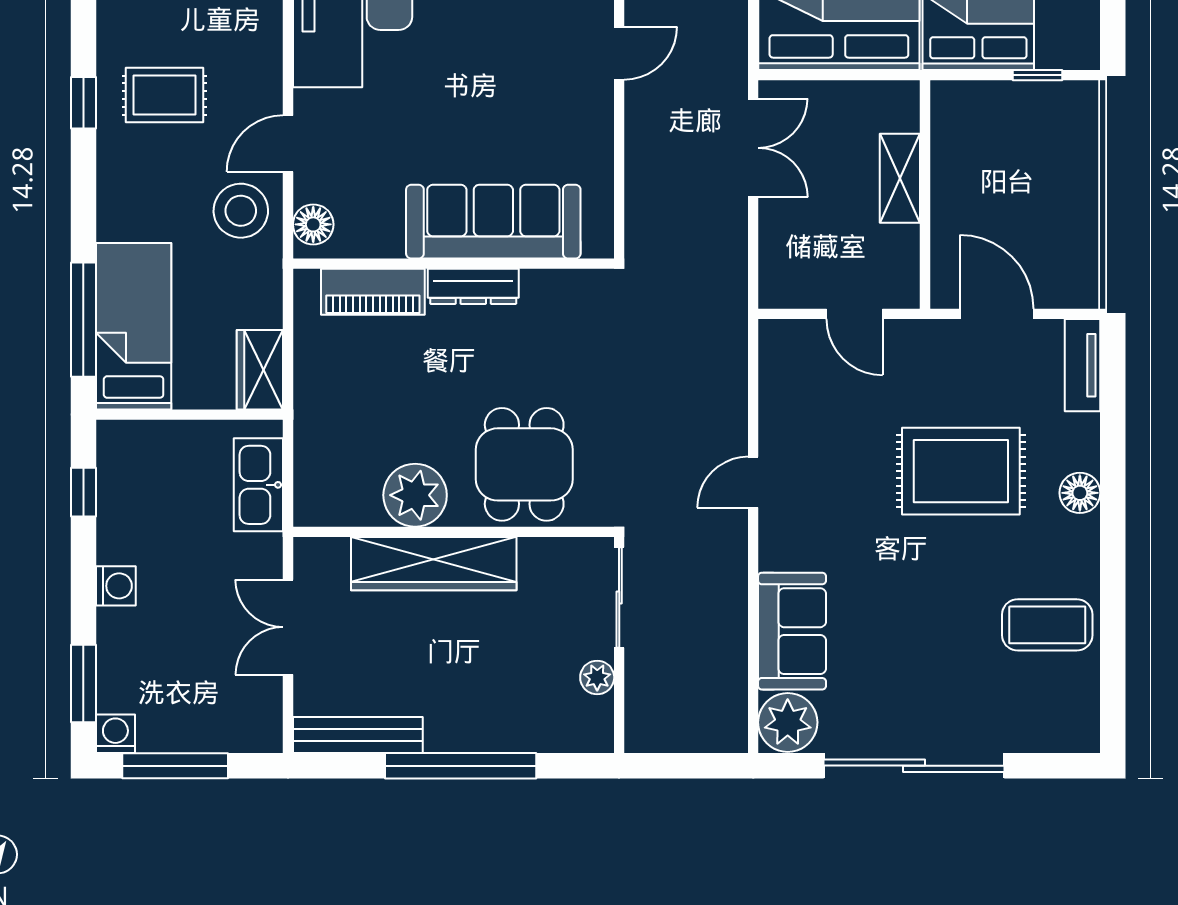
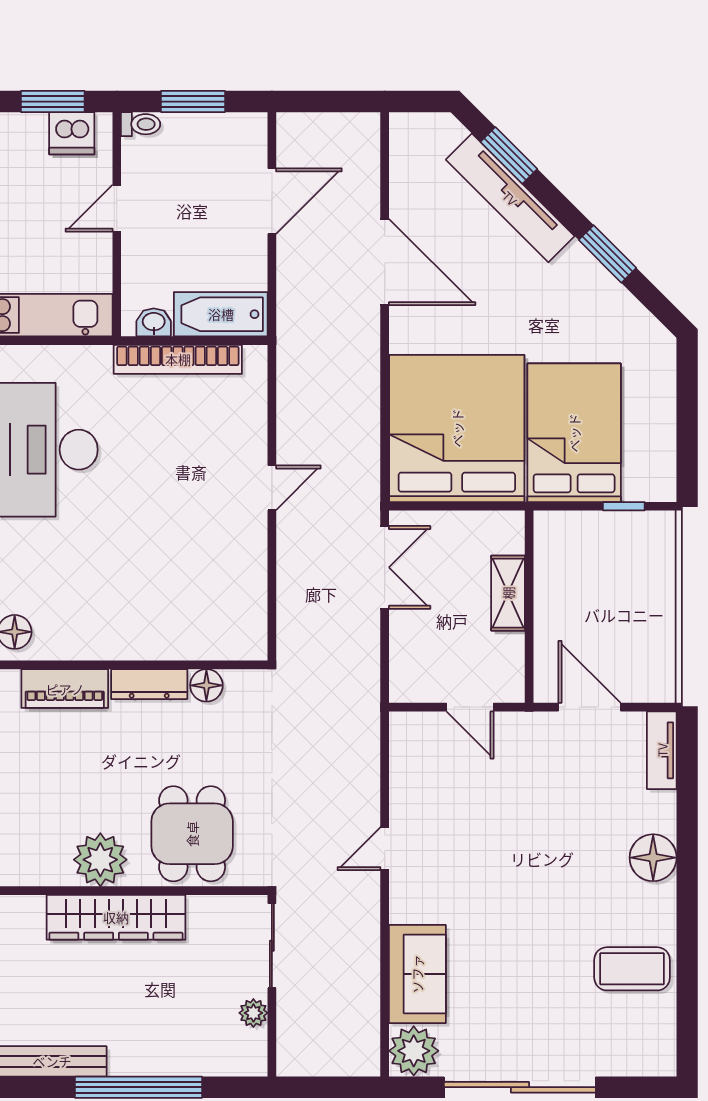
sofa: (493, 222) -> (166, 630), removed
floor lamp: (541, 288) -> (206, 685), added
rug: (961, 471) -> (559, 839), removed
floor lamp: (1080, 493) -> (653, 858), width x1.38, depth x1.38

